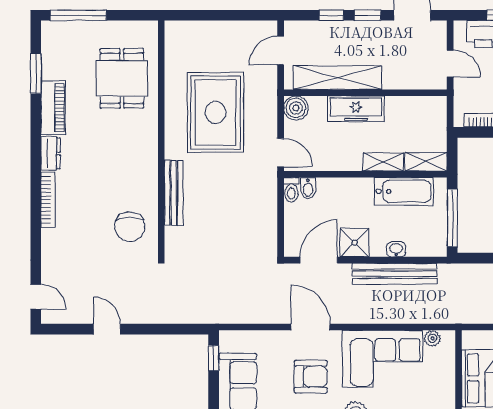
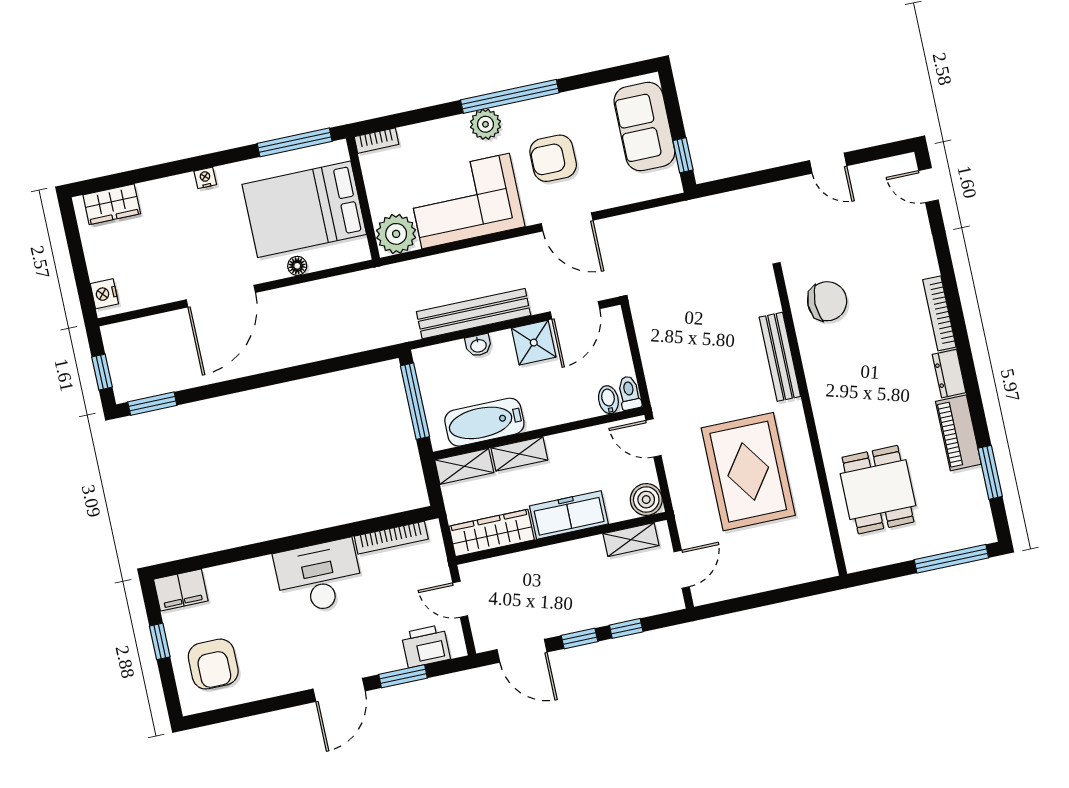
shelving: (337, 78) -> (631, 540), width x0.45, depth x0.75
wardrobe: (416, 108) -> (492, 533), added
chair: (130, 227) -> (827, 301), turned 90
plant: (432, 338) -> (396, 234), width x1.87, depth x1.87

